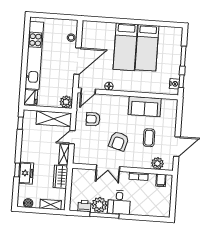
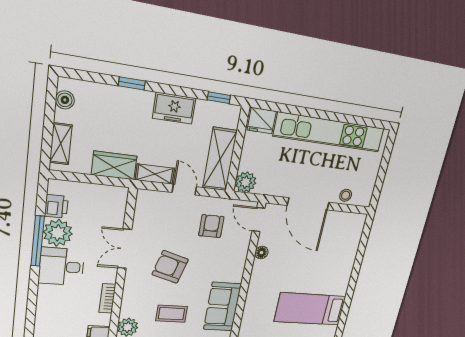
bed: (125, 47) -> (317, 278), removed
freezer: (26, 173) -> (174, 108), moved

